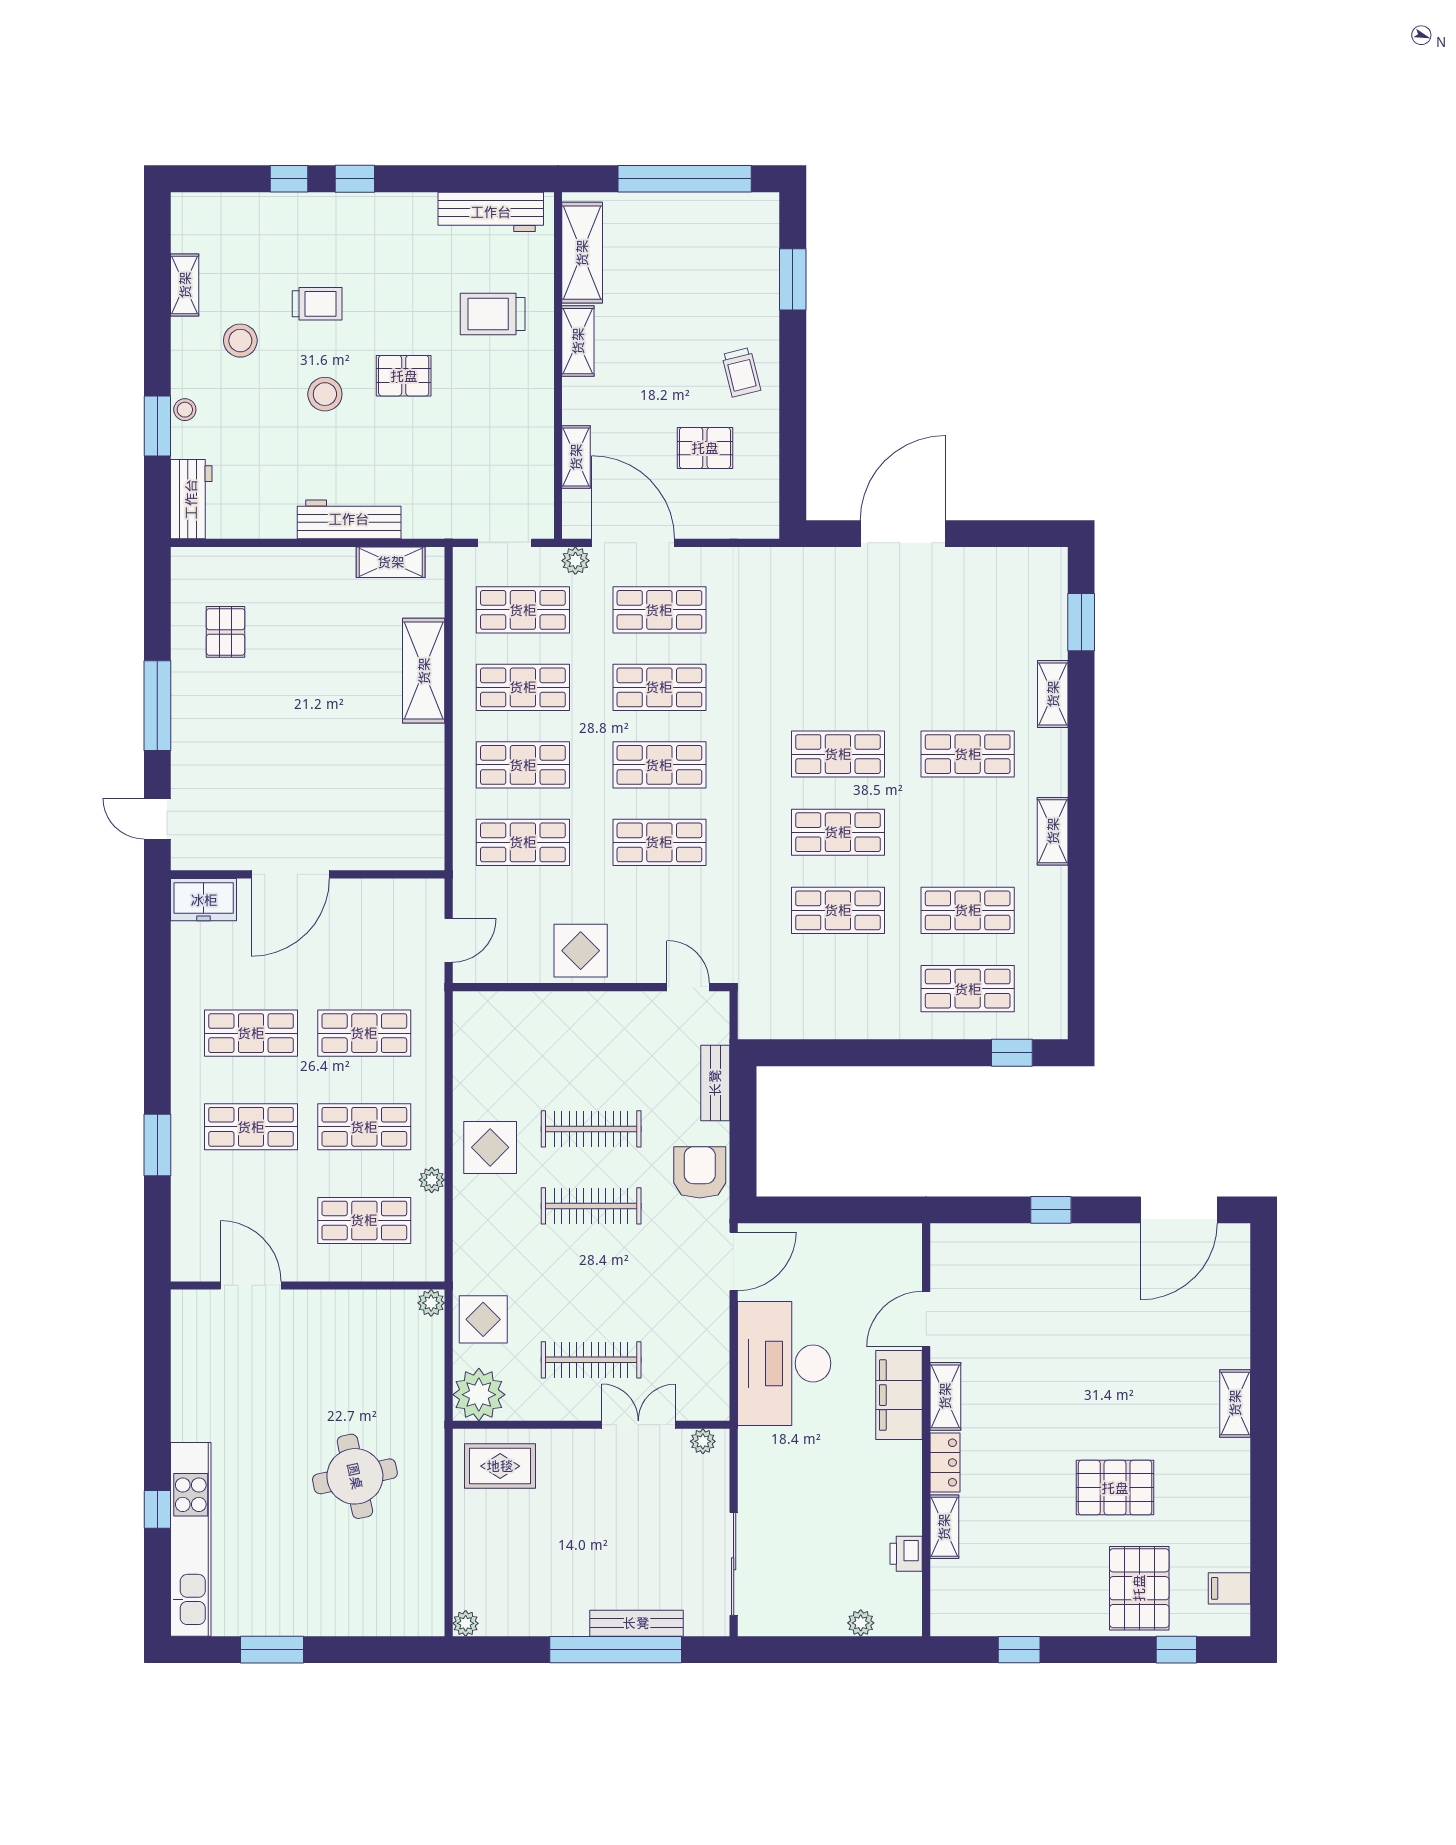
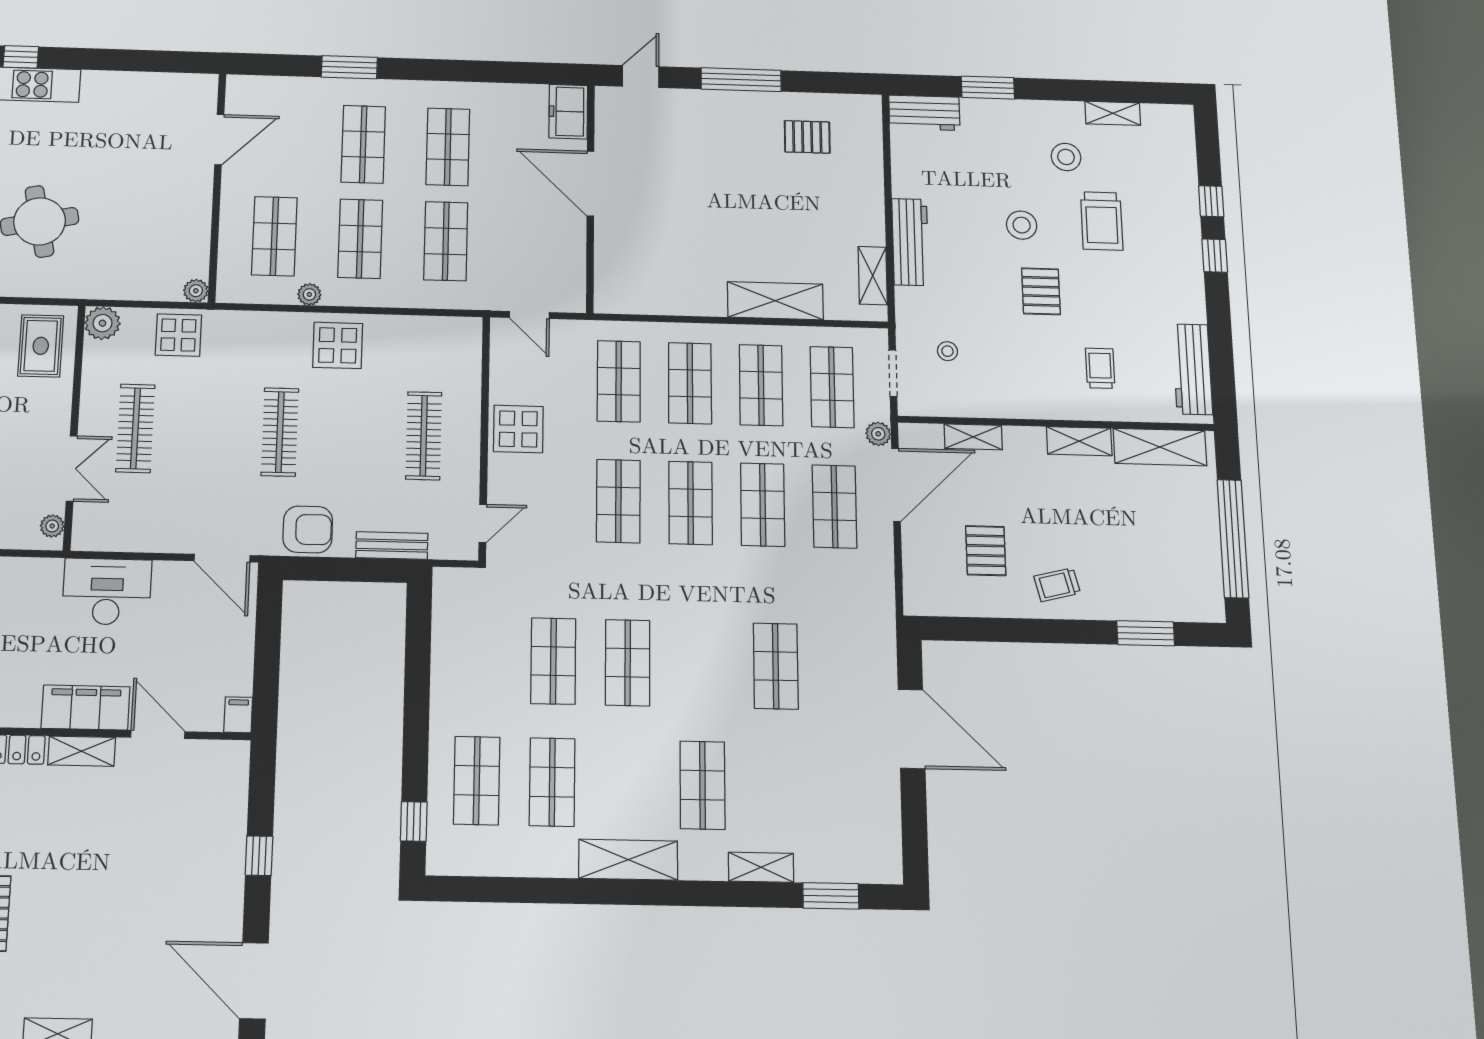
trolley: (317, 304) -> (1102, 221), width x1.36, depth x1.39
trolley: (493, 314) -> (1100, 368), width x0.73, depth x0.72
stool: (185, 410) -> (947, 351), moved
shop shelf: (838, 754) -> (776, 666), moved
shelving: (1053, 831) -> (628, 860), width x1.50, depth x1.33
clothes rail: (591, 1129) -> (424, 436), moved
filing cabinet: (903, 1237) -> (238, 715), added
desk: (784, 1363) -> (107, 592), width x0.73, depth x0.77
plant: (479, 1395) -> (102, 323), width x0.73, depth x0.73

